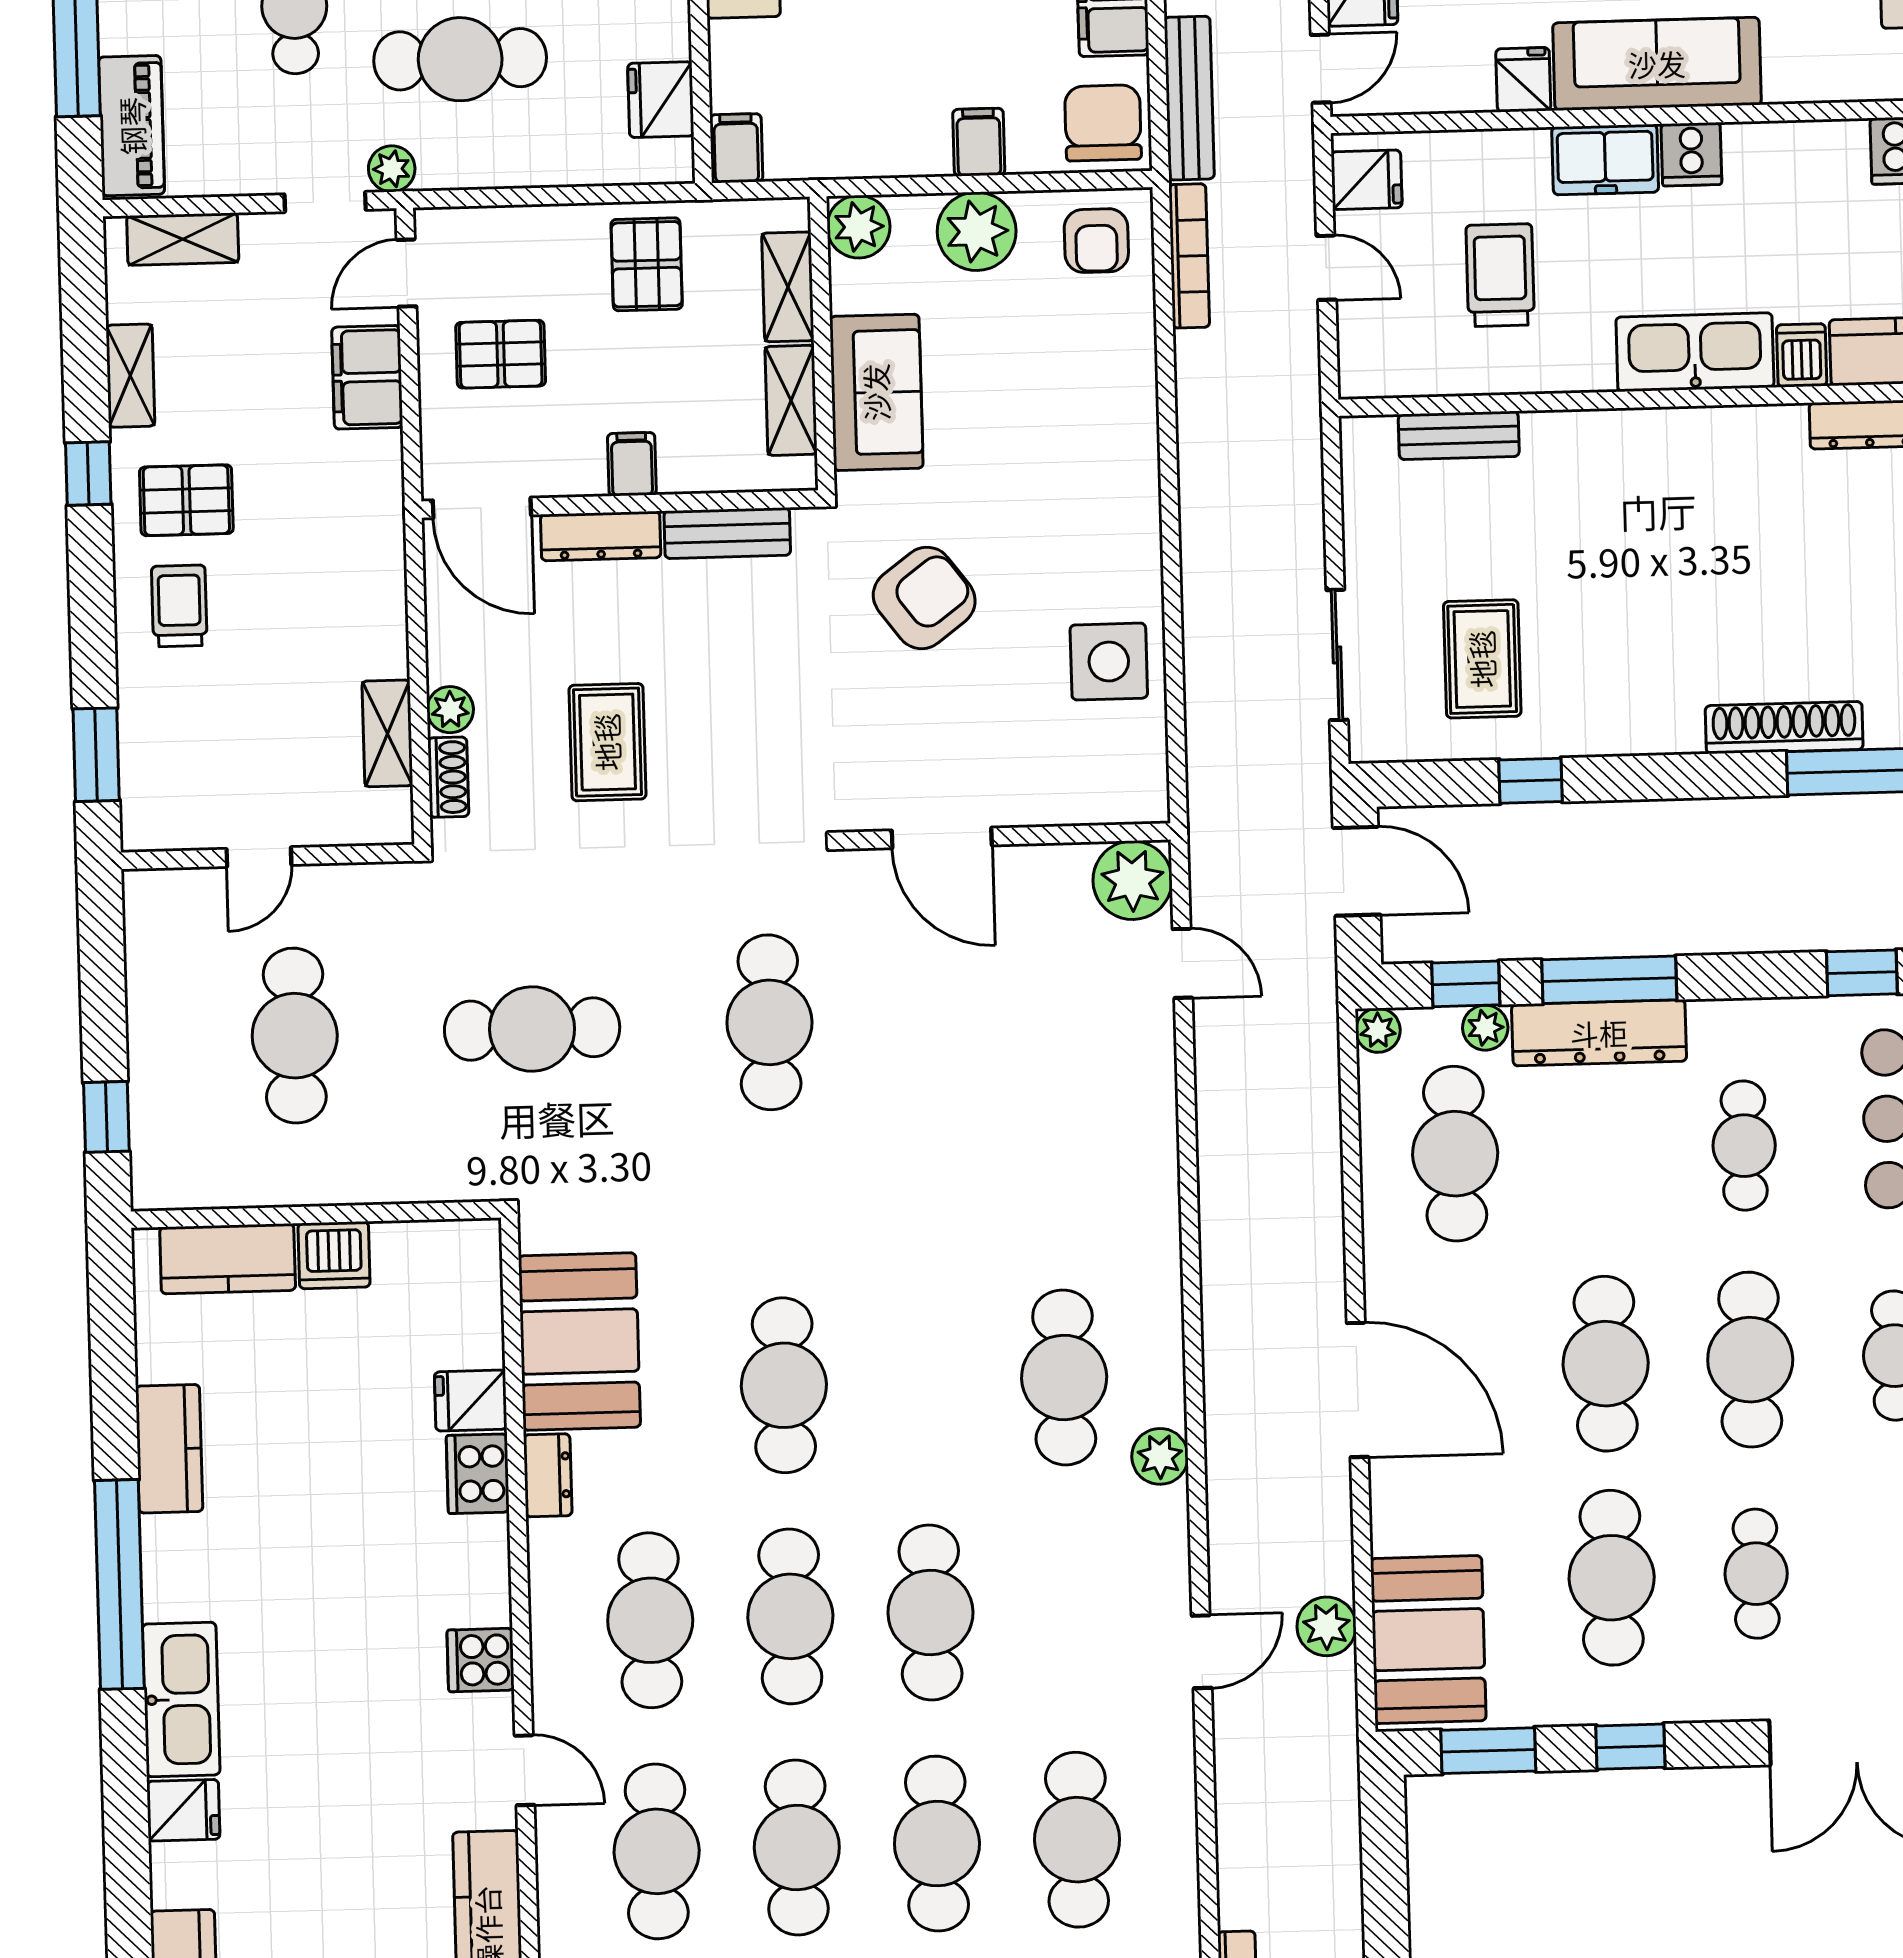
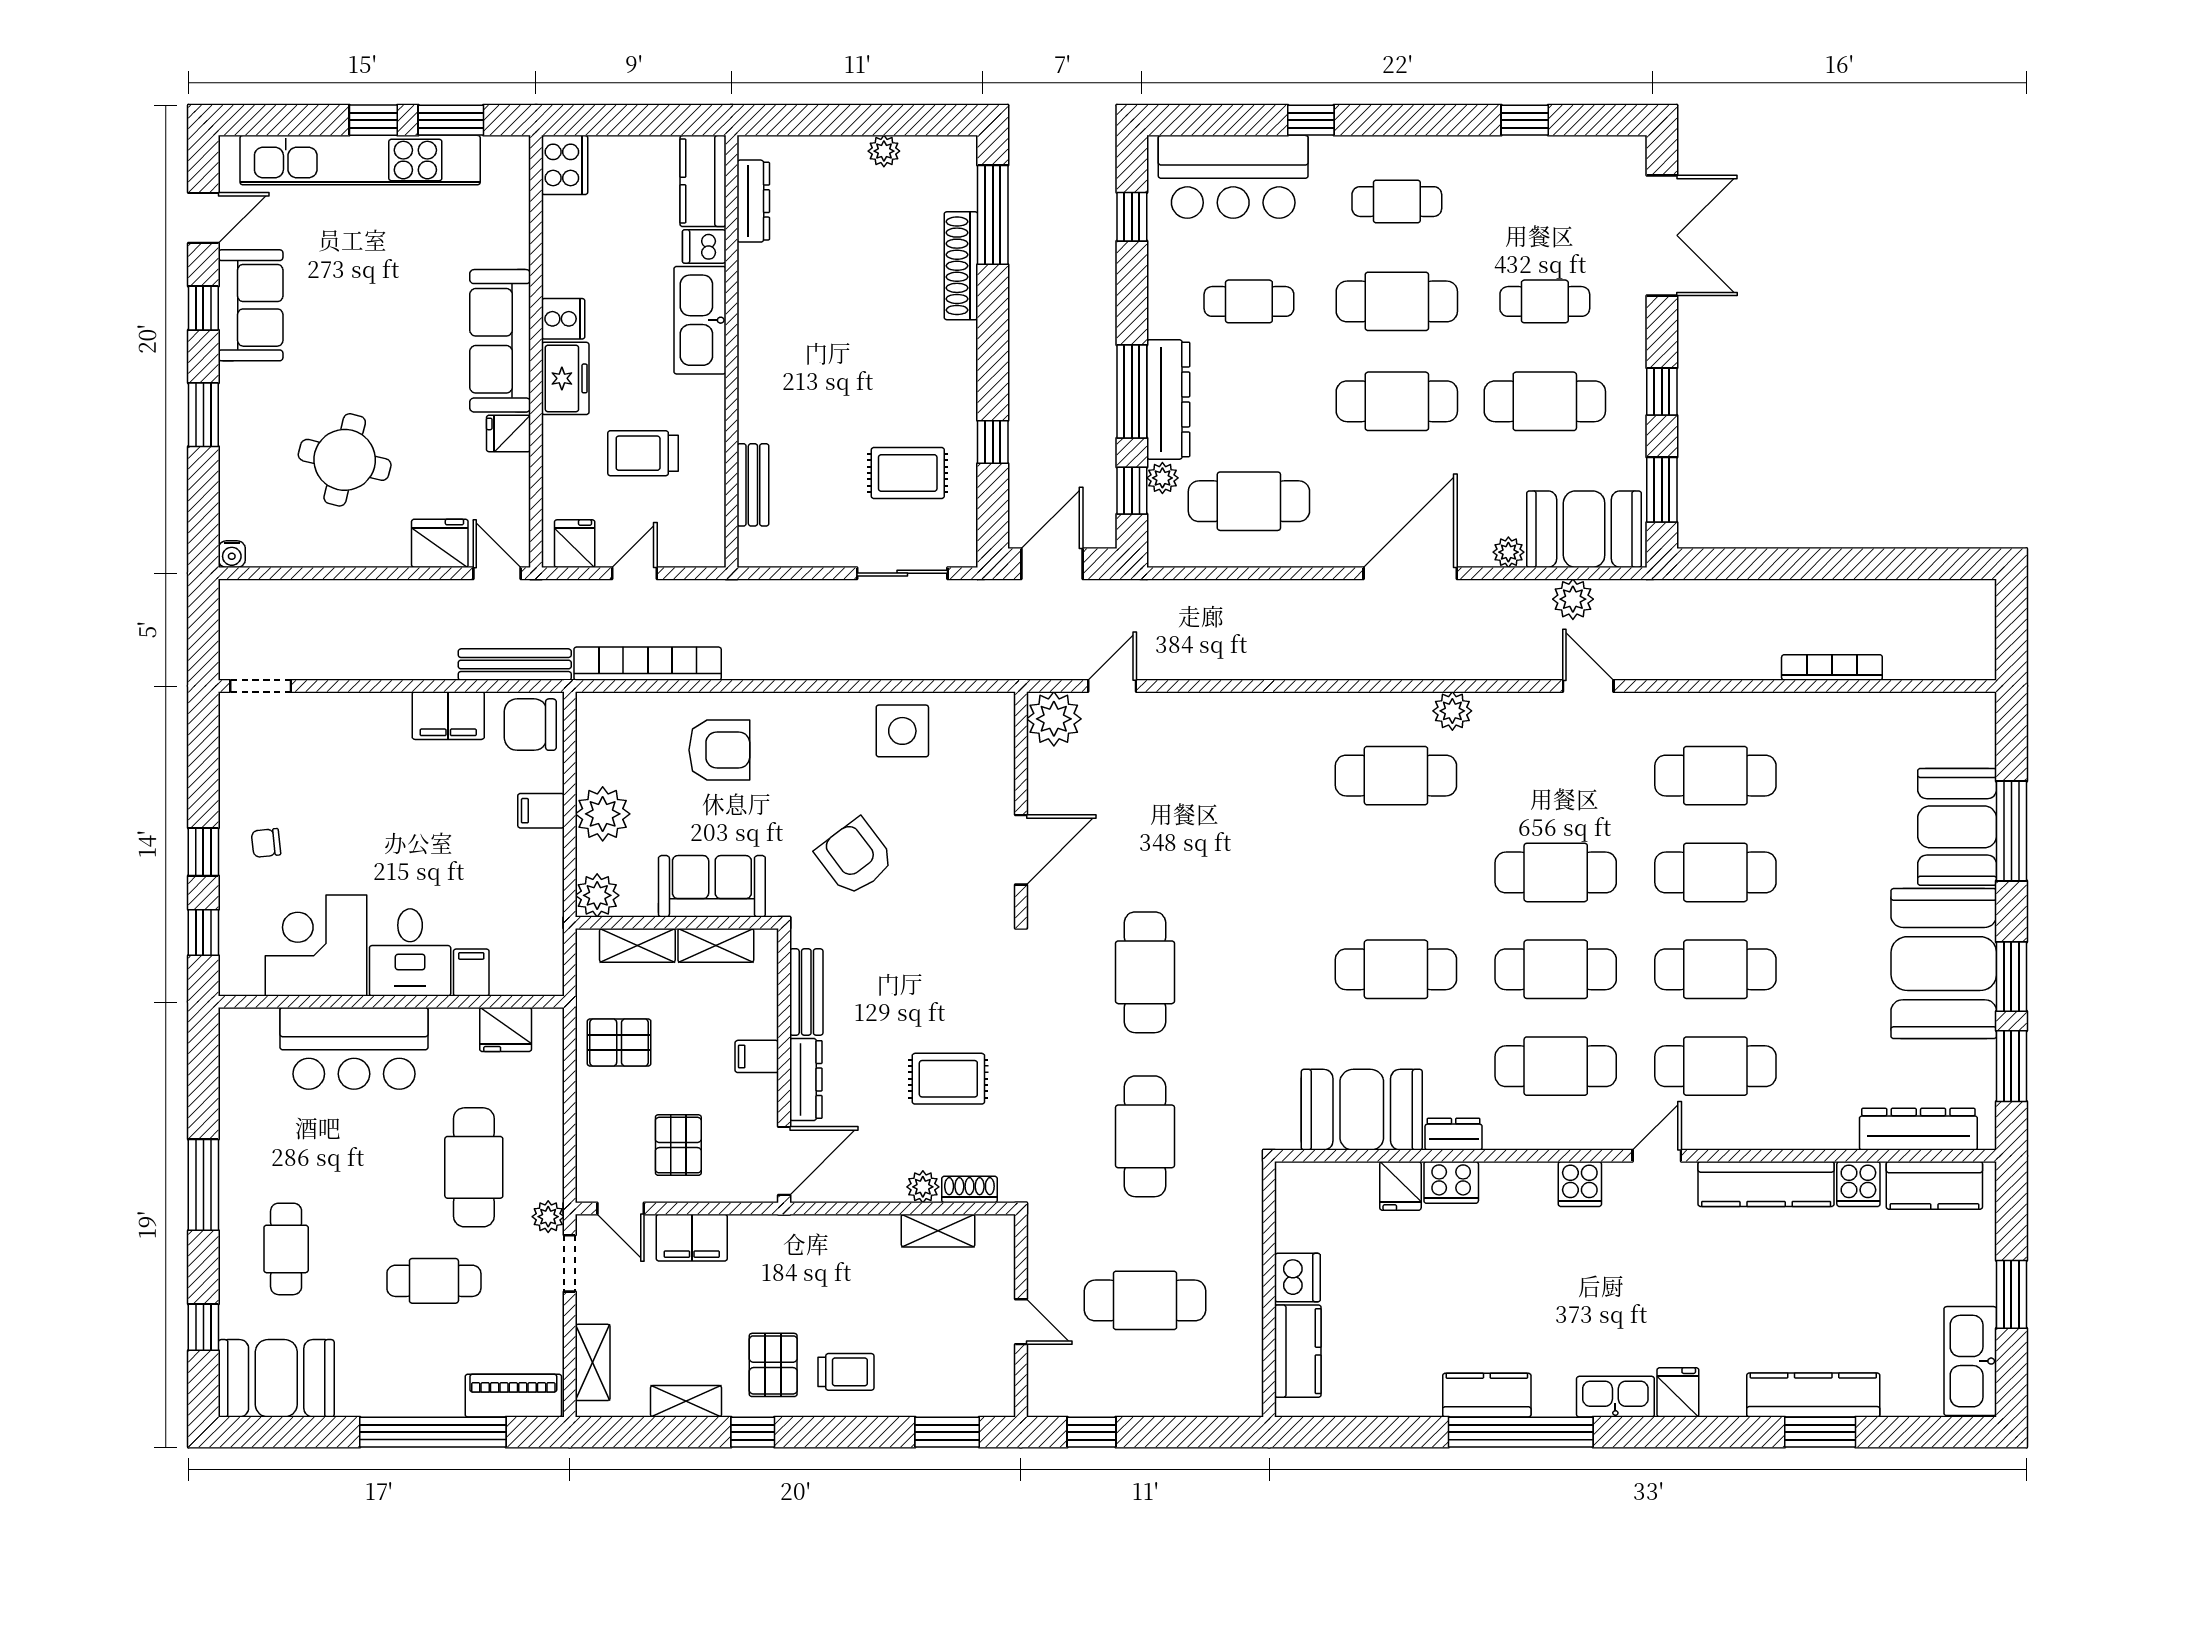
filing cabinet: (736, 148) -> (471, 972), moved, turned 90
armchair: (1096, 241) -> (719, 750), moved, width x1.38, depth x1.38
bookcase: (1189, 256) -> (648, 664), width x1.48, depth x1.31
trolley: (179, 606) -> (846, 1372), turned 180
cafe table: (769, 1022) -> (1145, 972), turned 90
plant: (1378, 1030) -> (1508, 552), moved
window: (106, 1117) -> (1092, 1432), moved
kitchen counter: (169, 1449) -> (1487, 1395), moved
kitchen sink: (181, 1699) -> (1615, 1397), width x0.73, depth x0.81

